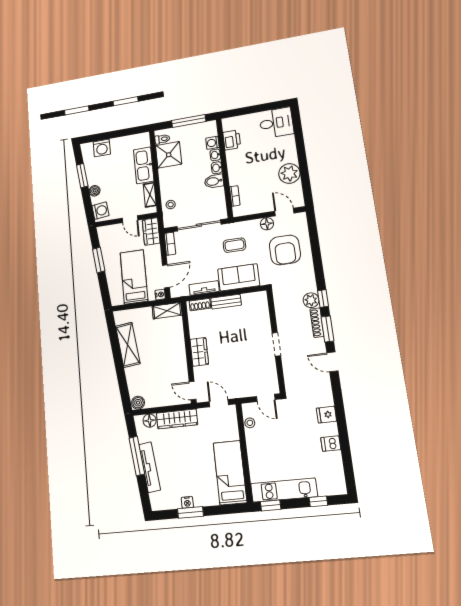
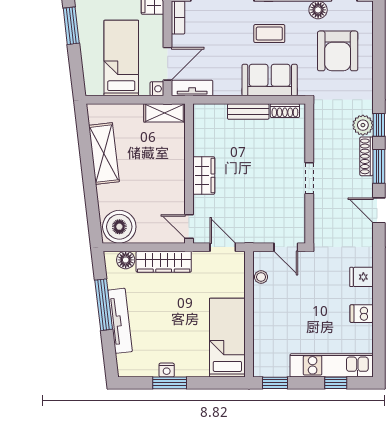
tv unit: (204, 288) -> (192, 88), moved
shoe rack: (200, 305) -> (285, 111), moved
boiler: (138, 403) -> (119, 227), width x1.86, depth x1.86
kitchen unit: (284, 490) -> (332, 365), moved

